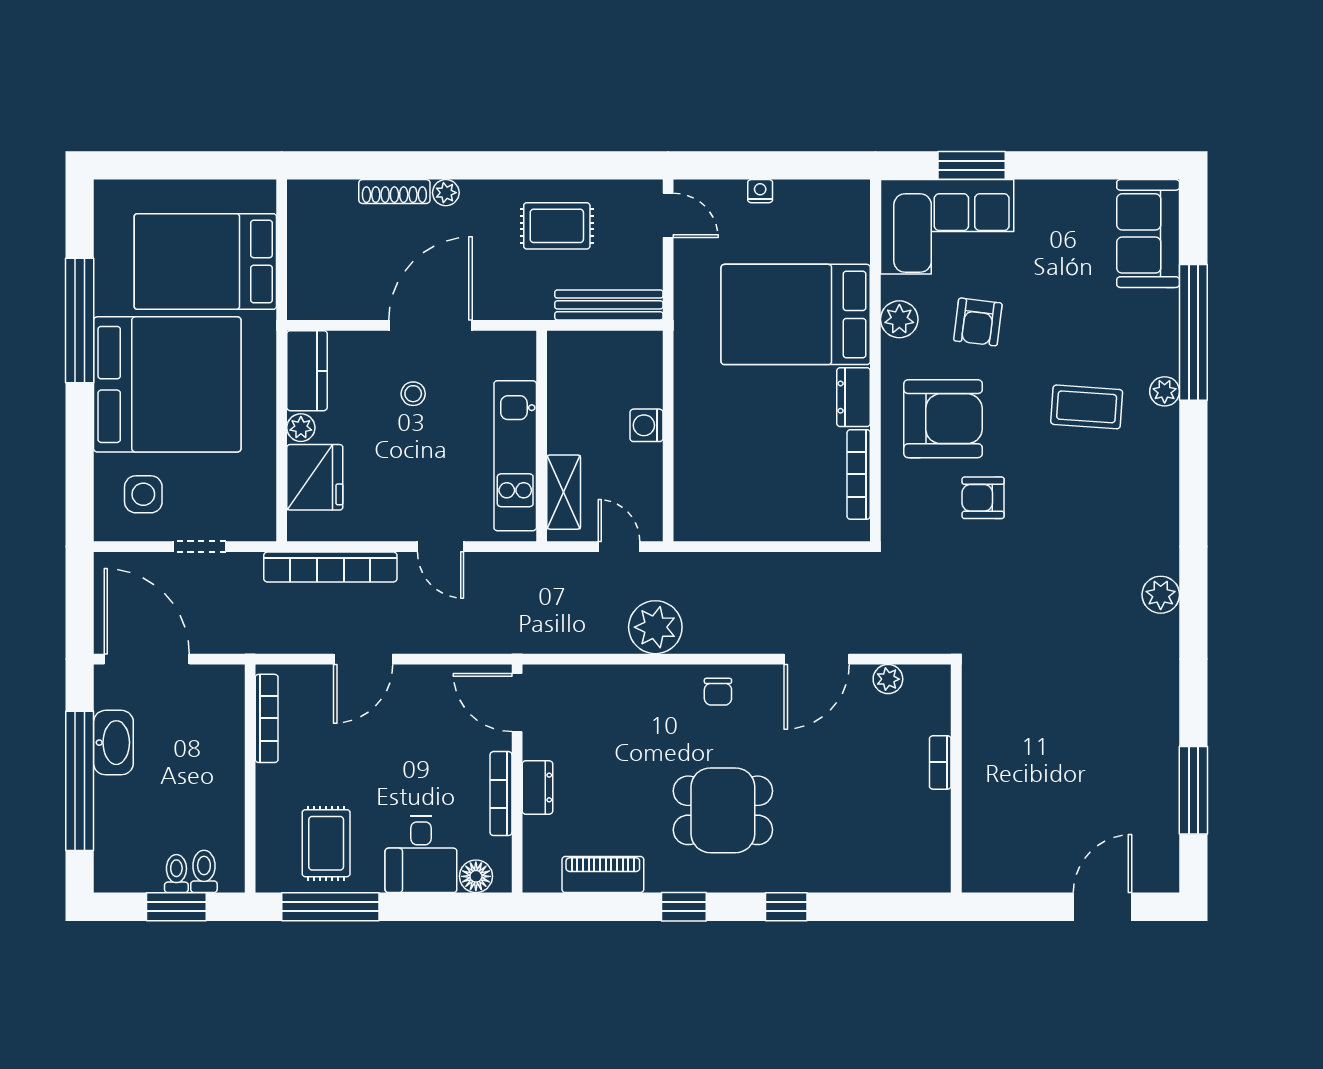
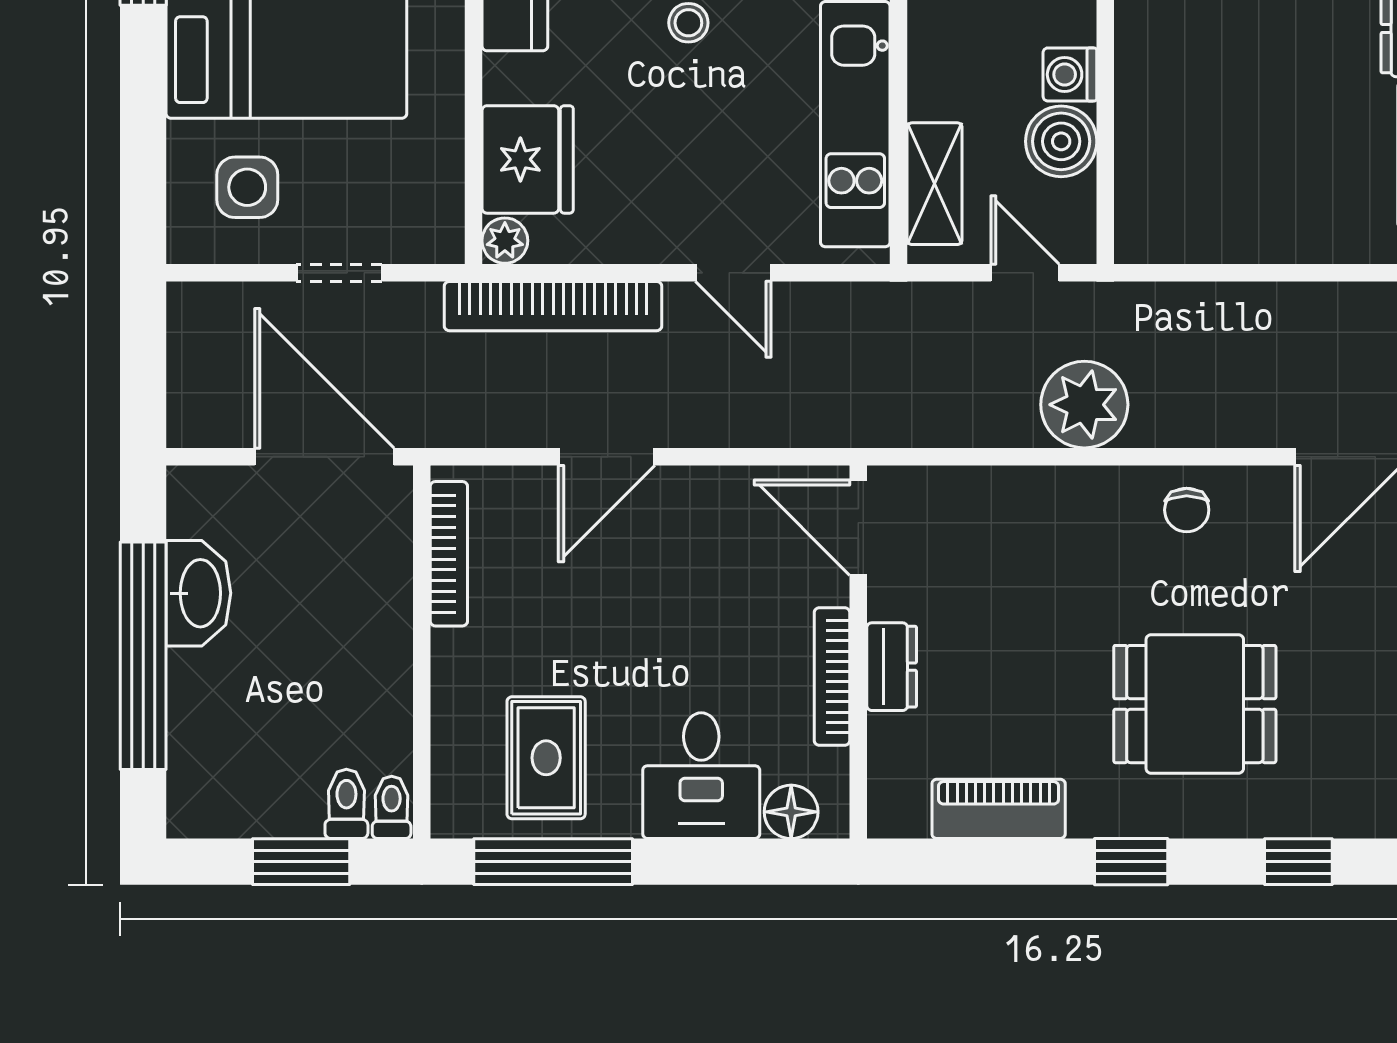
plant: (301, 428) -> (505, 241), moved
boiler: (641, 466) -> (1061, 141), added
door: (147, 659) -> (324, 457), moved
toilet: (176, 874) -> (392, 807), moved

